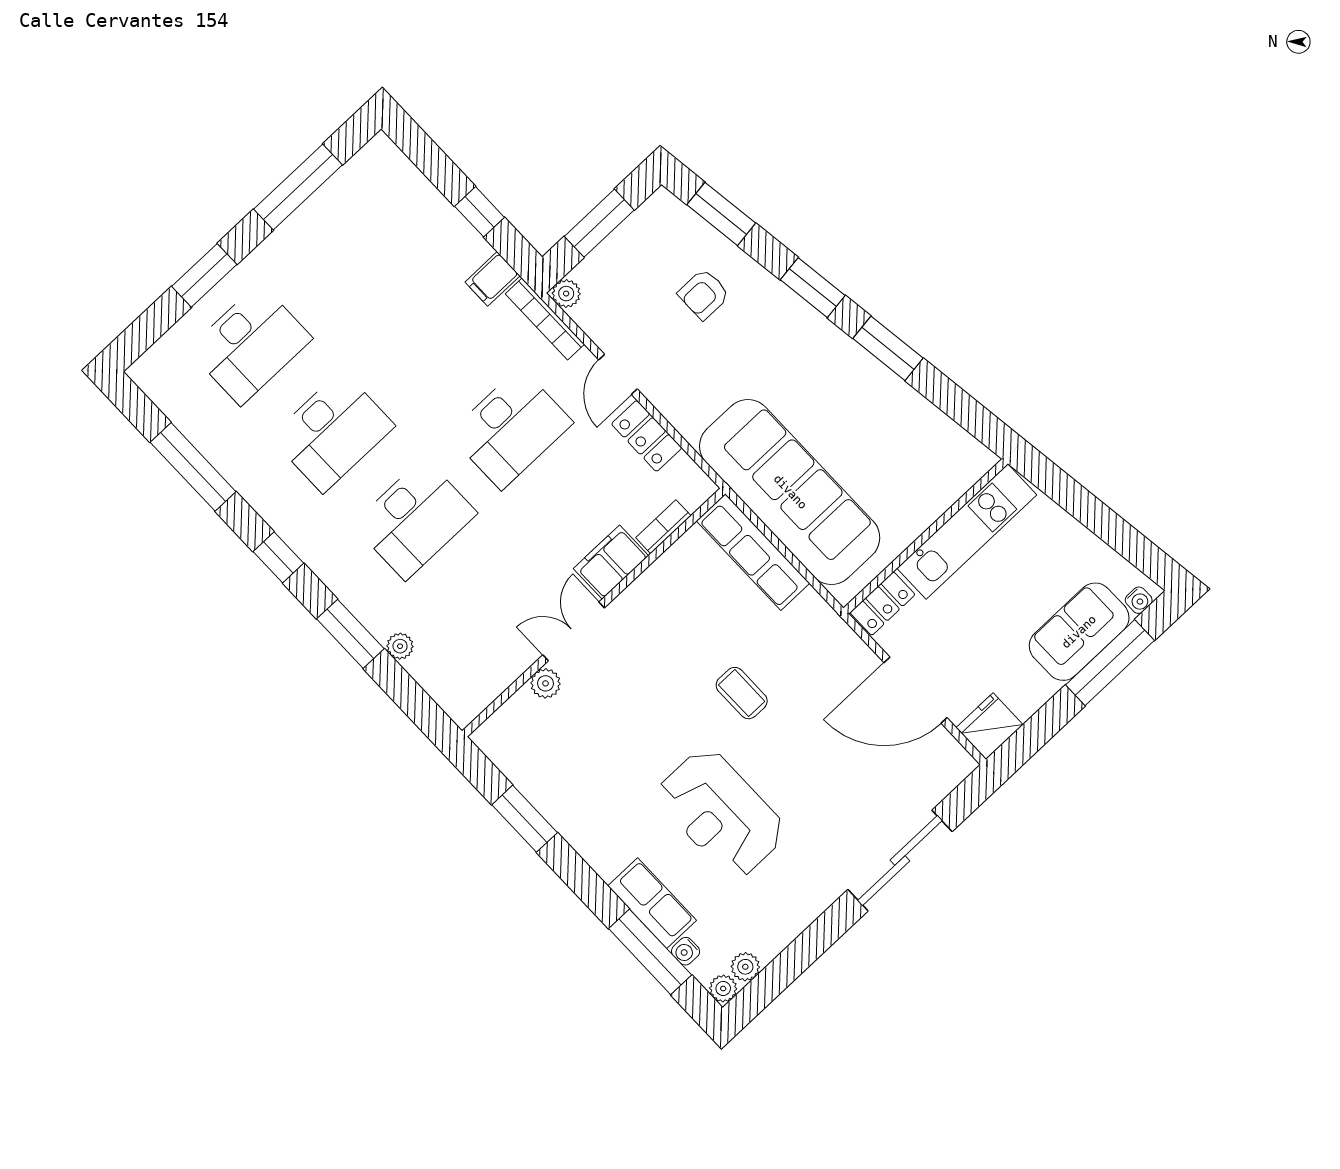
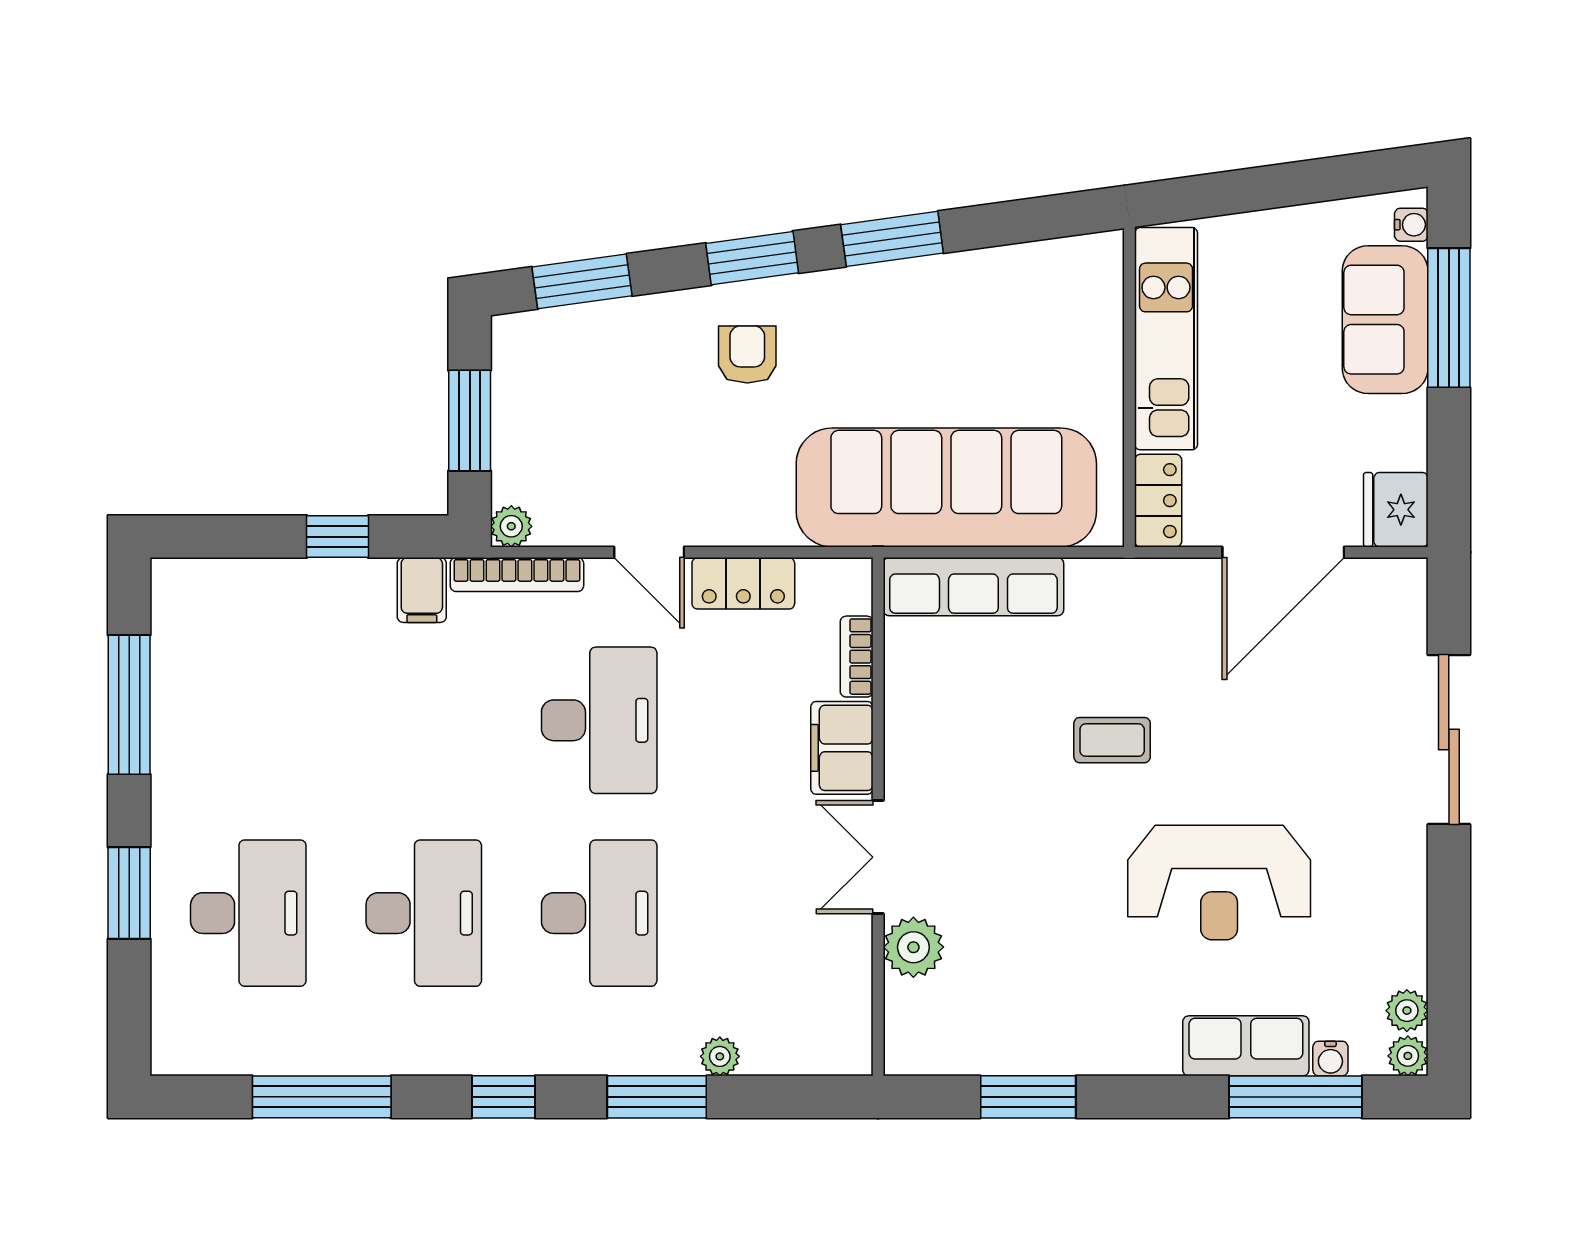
armchair: (704, 294) -> (747, 355), moved, turned 180
plant: (545, 683) -> (913, 947), width x1.38, depth x1.38

